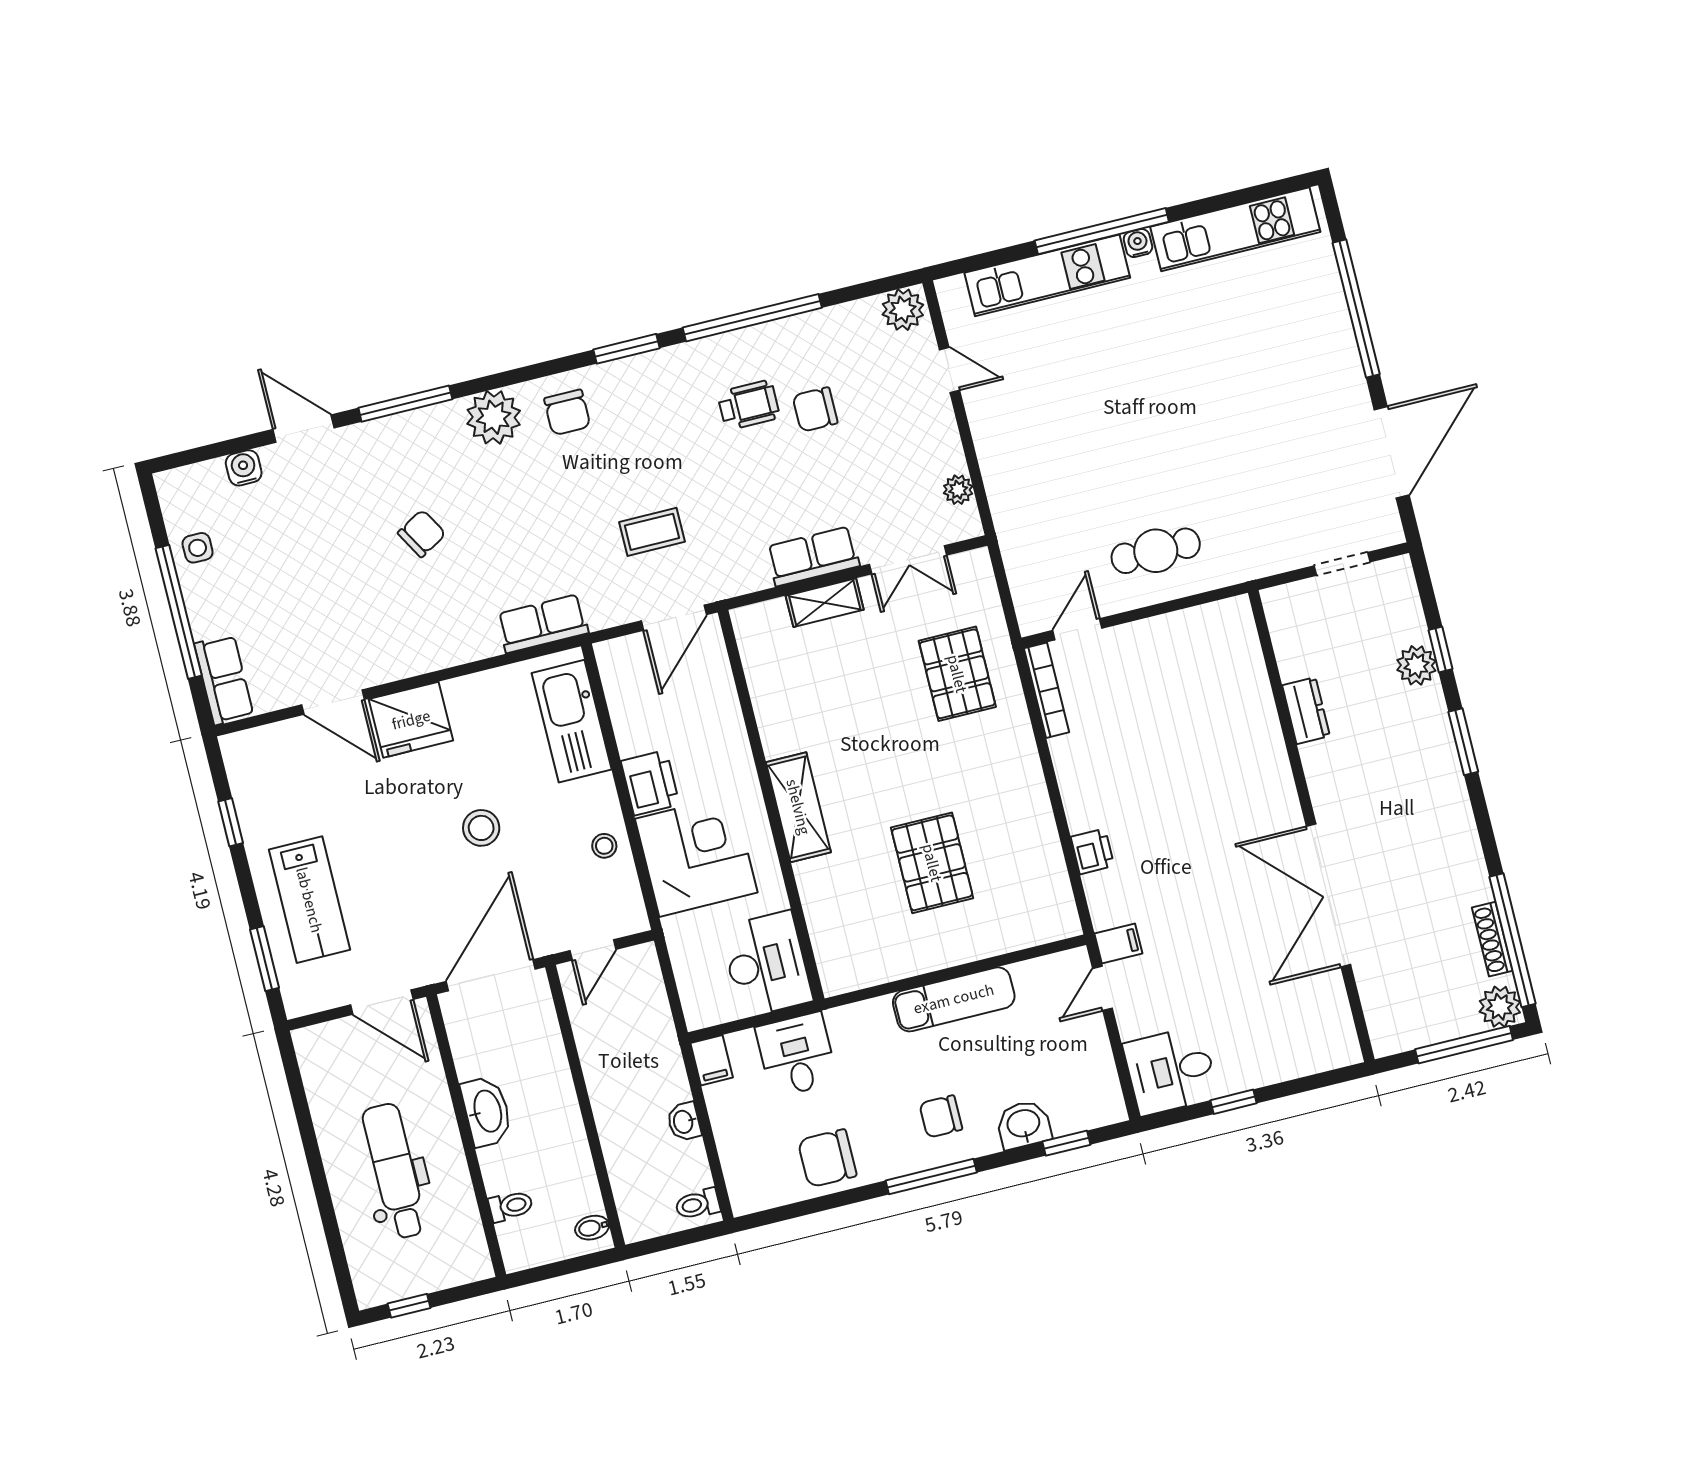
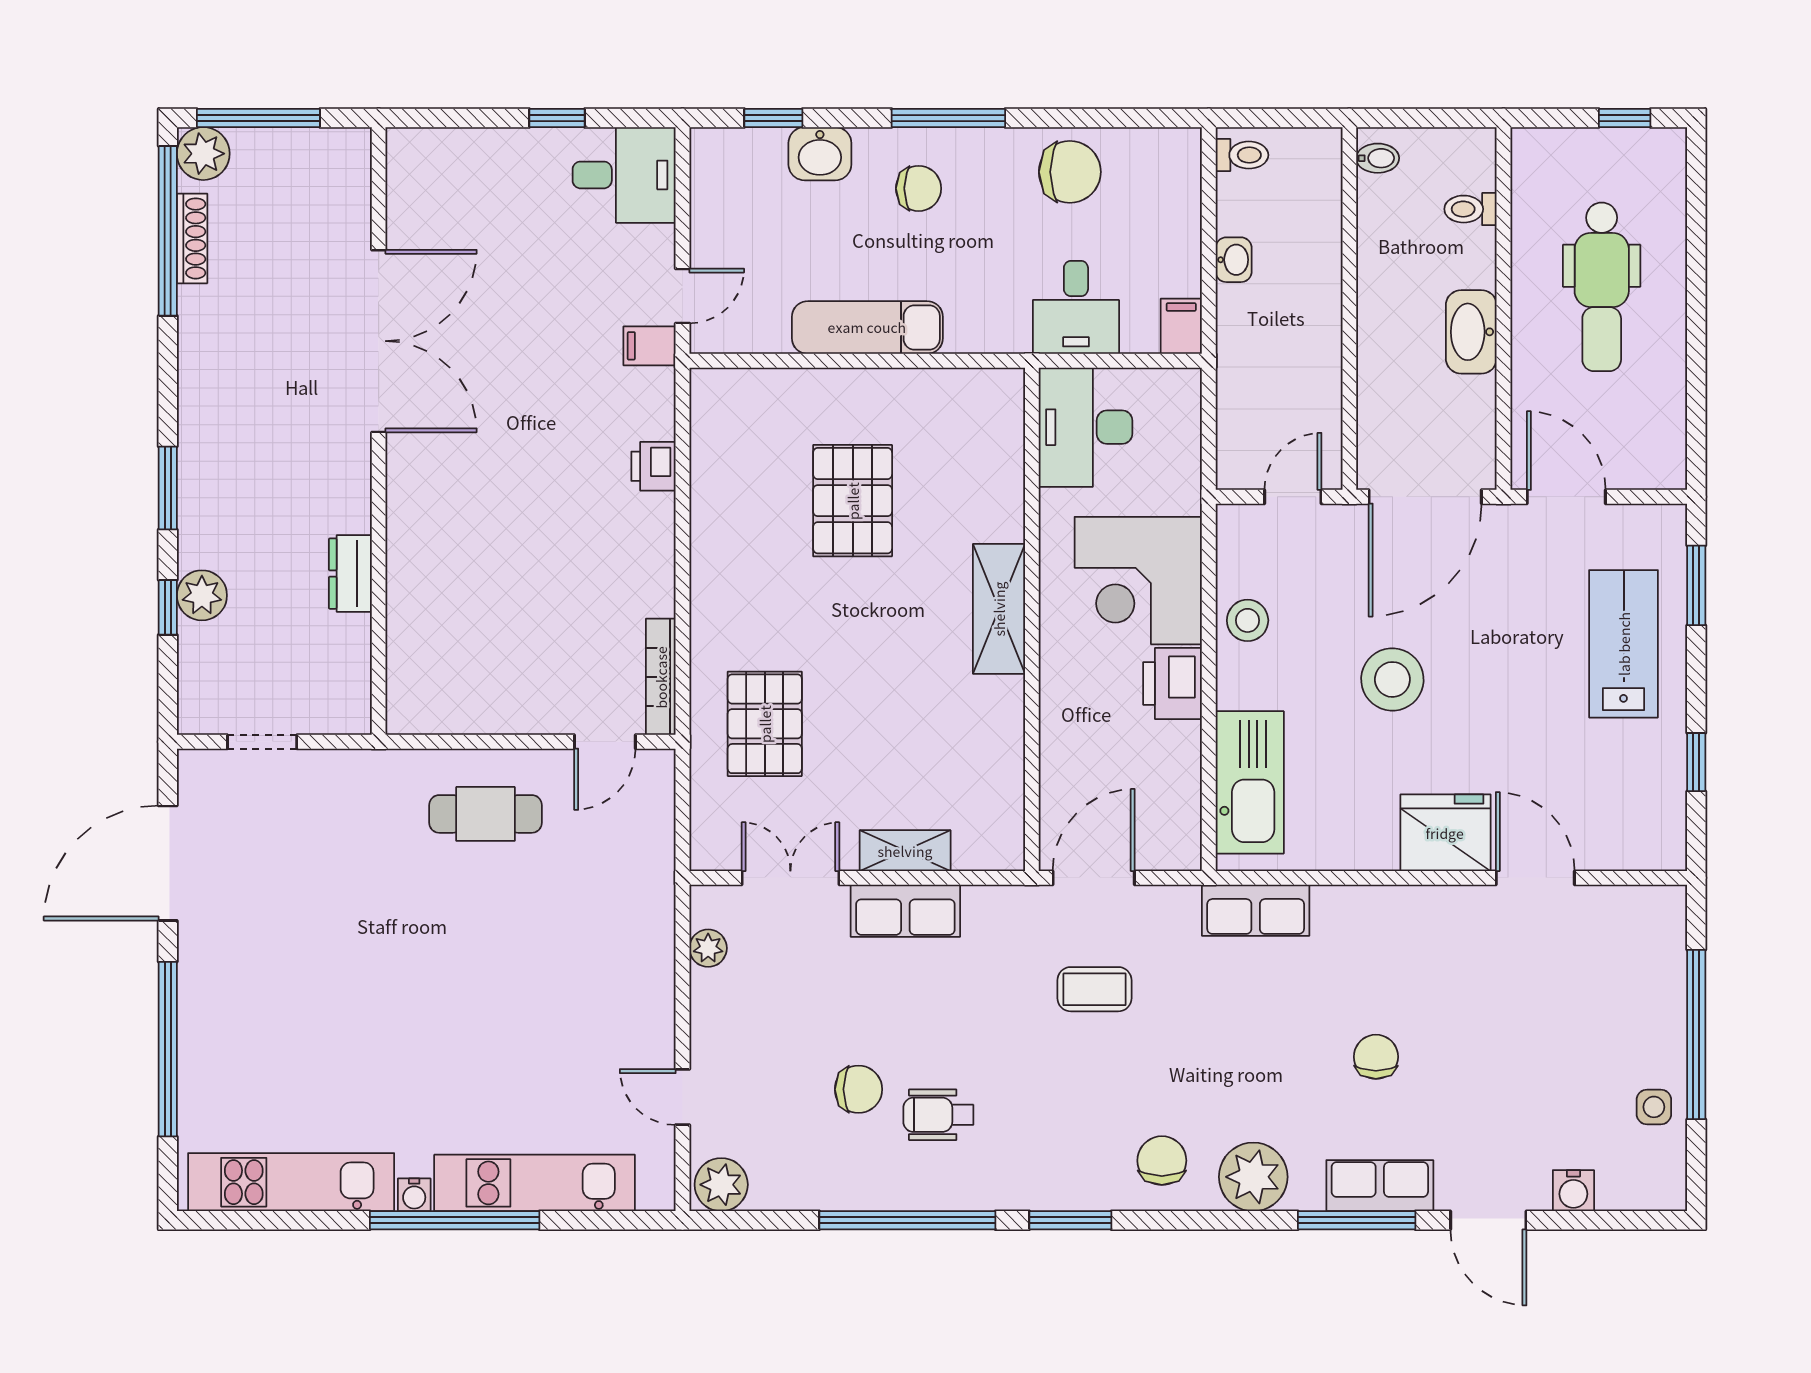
chair: (422, 533) -> (1376, 1057), turned 120
row of seats: (224, 680) -> (1380, 1186), moved, turned 90
stool: (481, 828) -> (1392, 679), width x1.38, depth x1.38
stool: (604, 846) -> (1248, 620), width x1.37, depth x1.37

